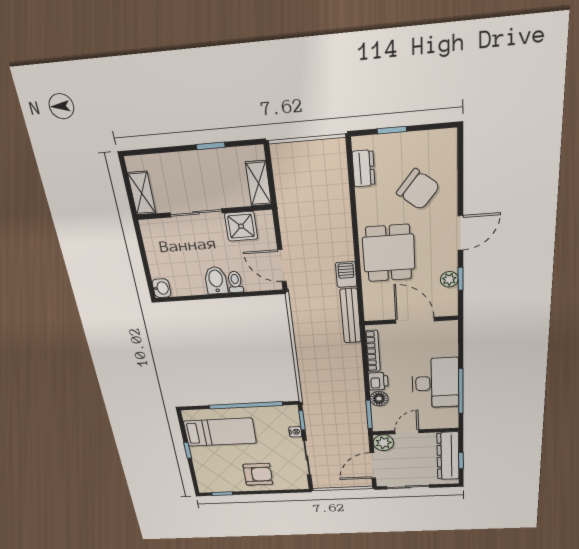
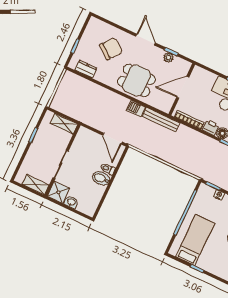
shower: (241, 226) -> (58, 192), moved
door: (282, 266) -> (113, 139), hinge flipped
washbasin: (161, 288) -> (71, 202), moved

